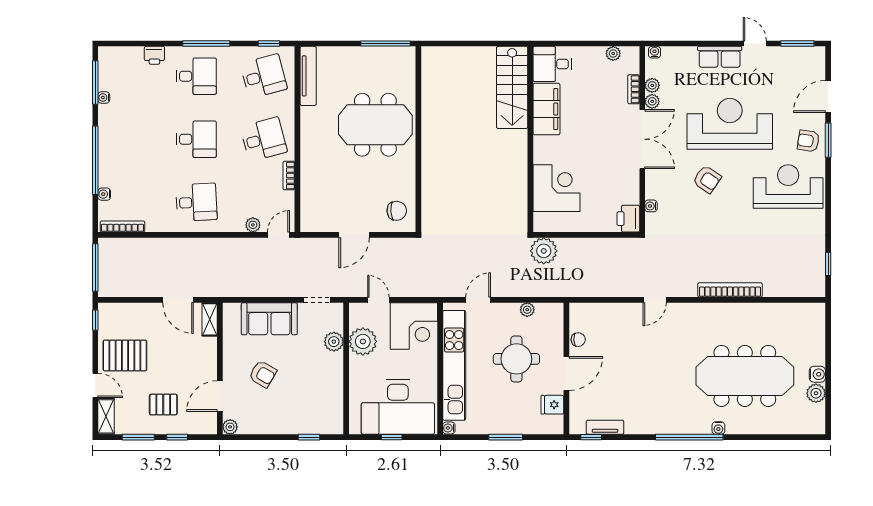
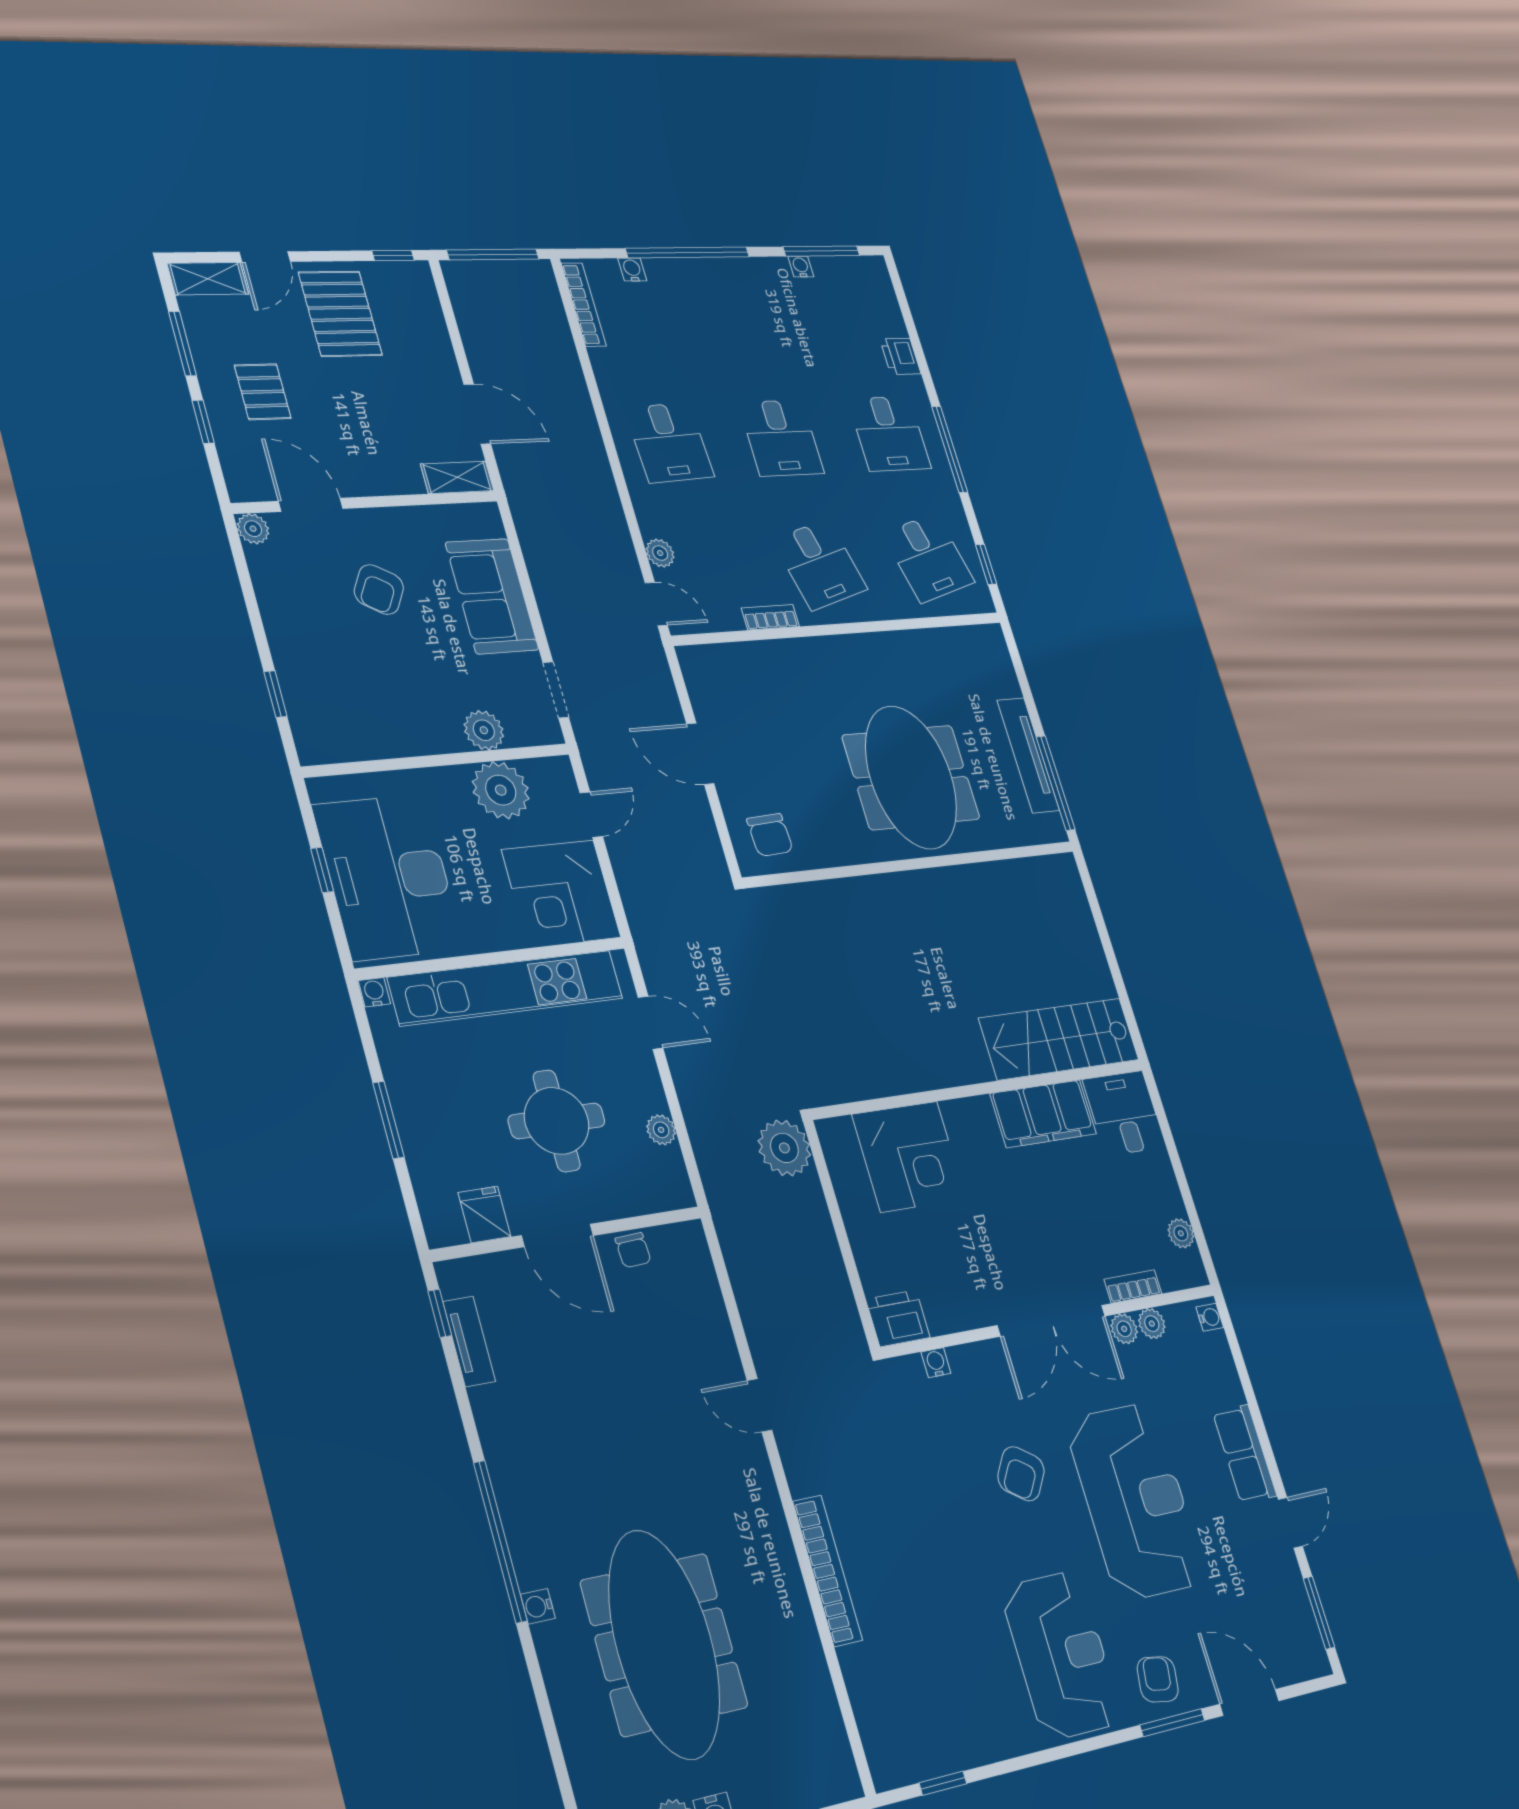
tv unit: (308, 76) -> (1028, 755), moved, turned 90
door: (178, 300) -> (477, 414), swing flipped

